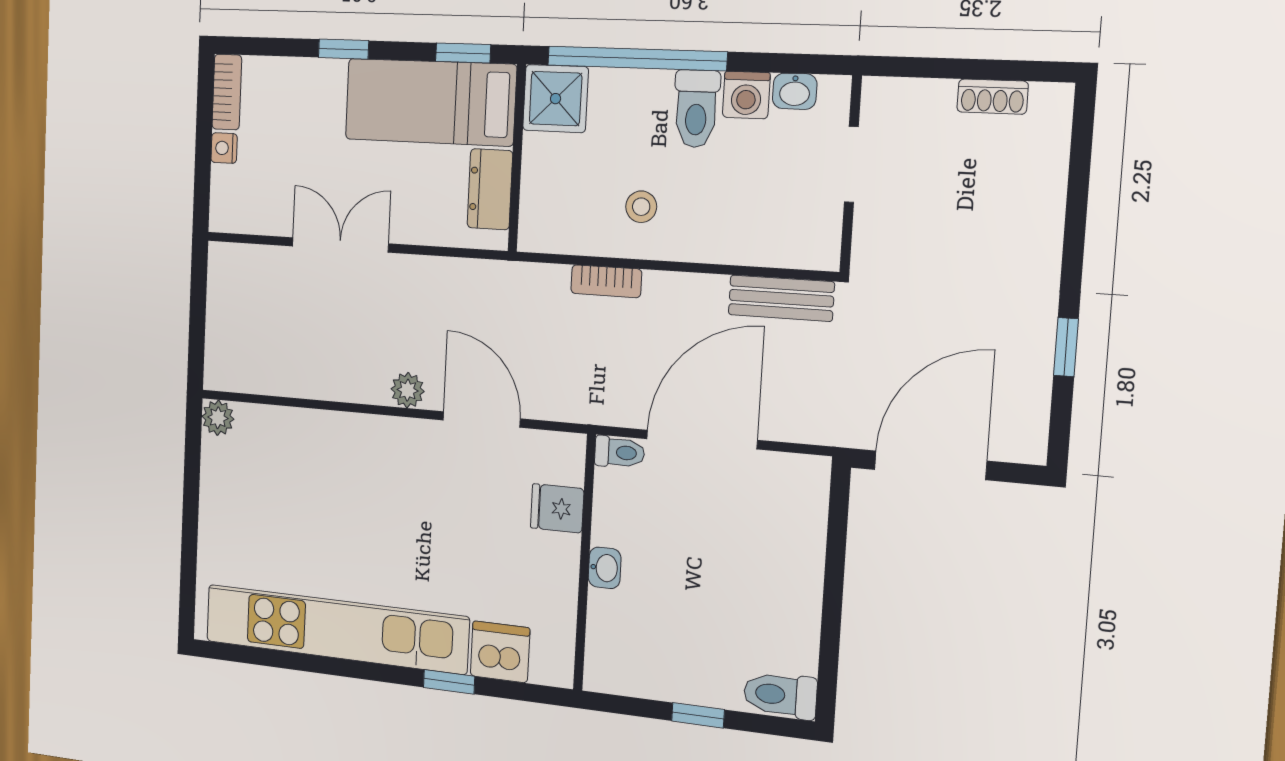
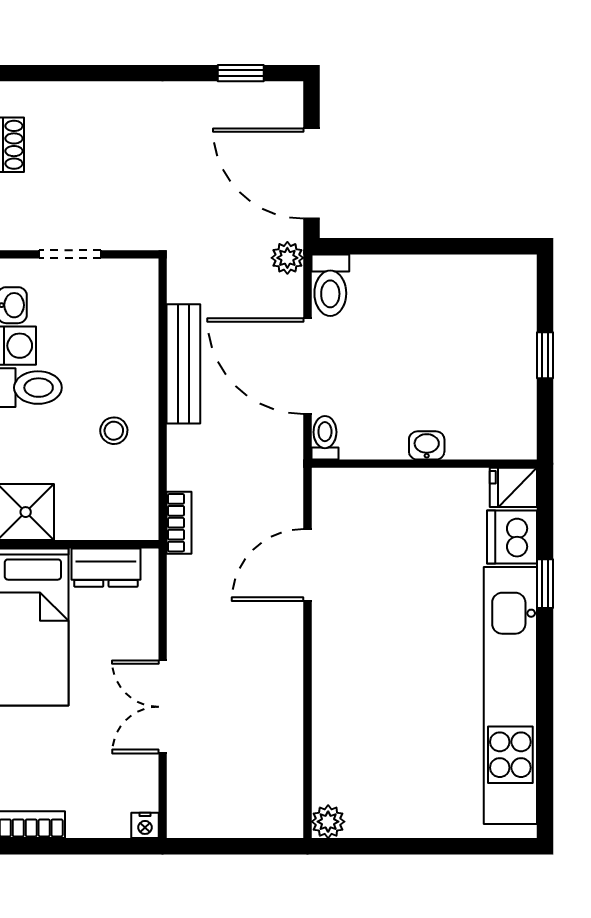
nightstand: (224, 148) -> (145, 825), moved
bookcase: (606, 281) -> (179, 523), moved
bench: (781, 298) -> (183, 364), moved, width x1.36
window: (1066, 347) -> (241, 73), moved
plant: (408, 390) -> (287, 258), moved
fridge: (557, 508) -> (513, 487), moved, turned 90
toilet: (780, 695) -> (330, 285), moved

